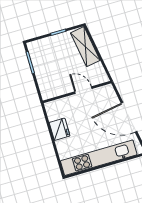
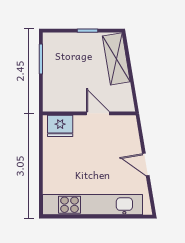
door: (129, 117) -> (146, 164), width x0.53
fridge: (60, 129) -> (60, 126), moved, turned 90

